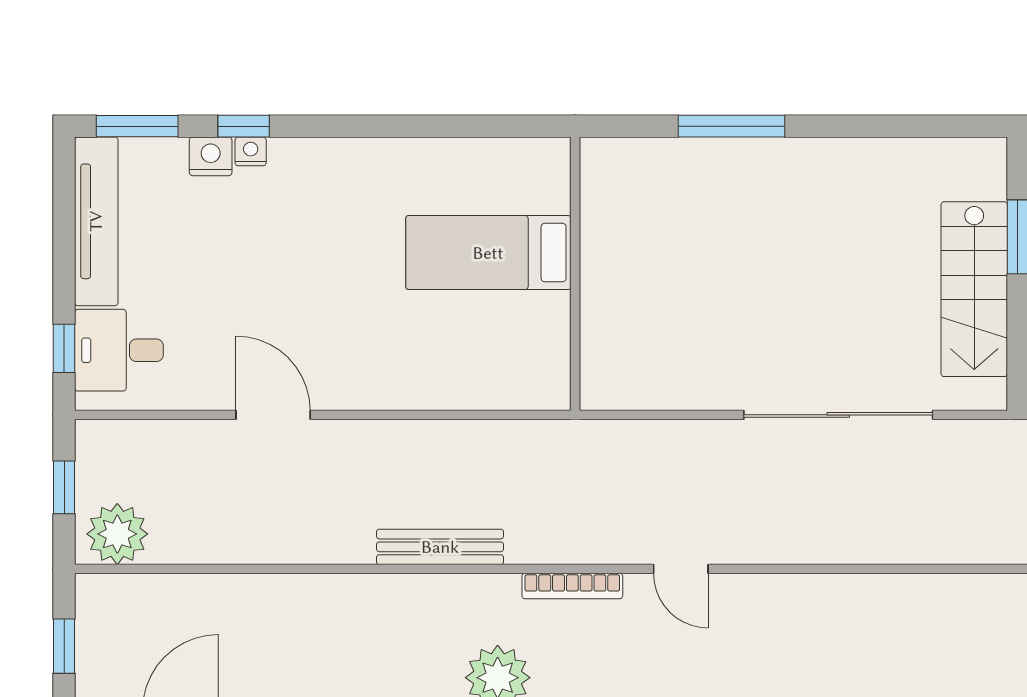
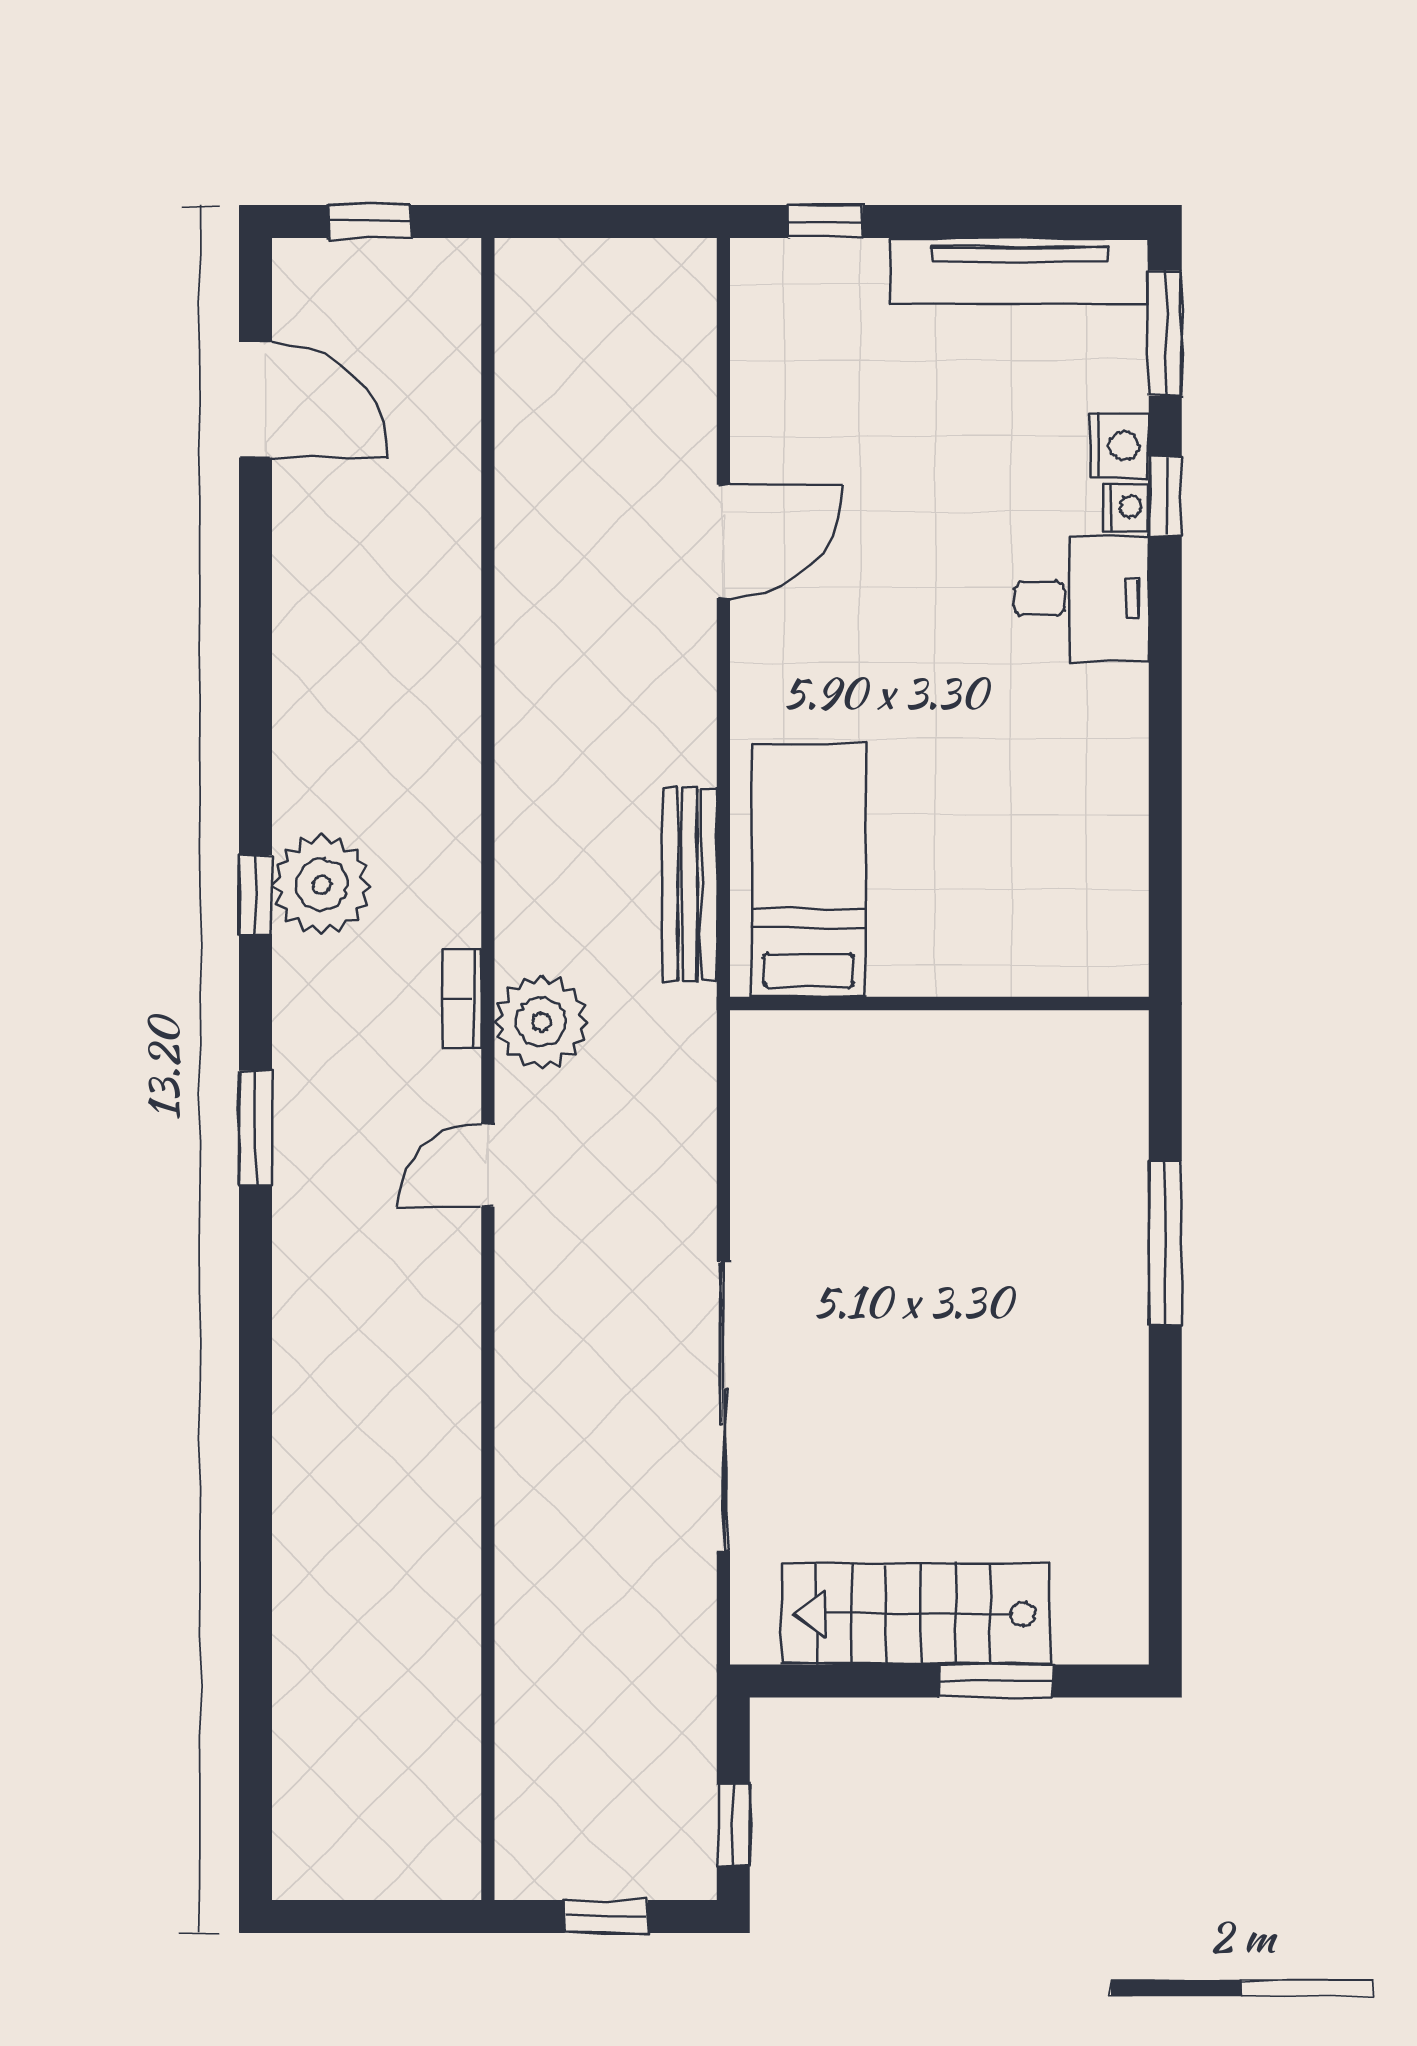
bed: (488, 253) -> (809, 871), moved
desk: (119, 350) -> (1081, 598), moved, turned 90
window: (64, 487) -> (613, 221), removed
plant: (117, 534) -> (541, 1022), moved
bench: (440, 547) -> (690, 884), moved
bookcase: (572, 586) -> (462, 999), width x0.64

